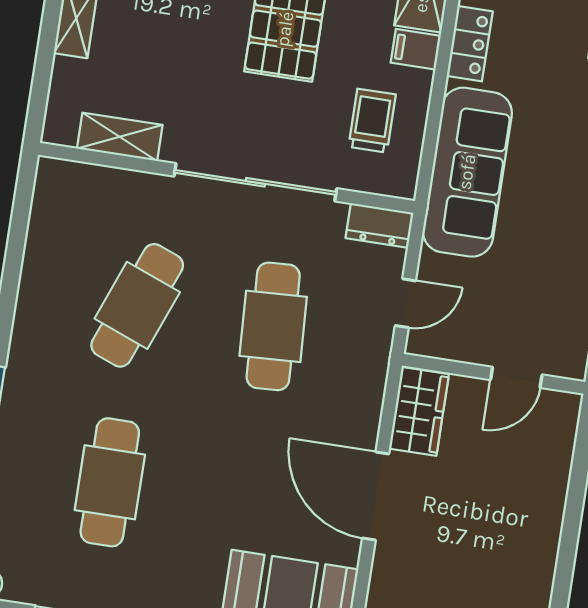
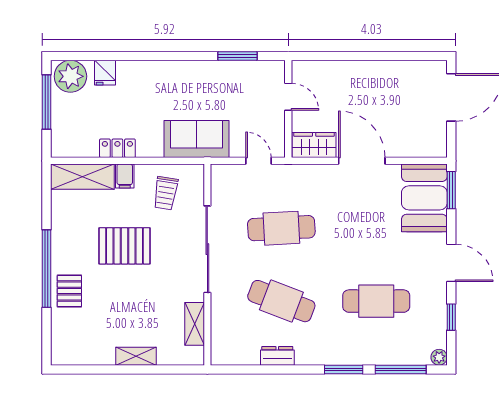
trolley: (372, 121) -> (166, 193), turned -81
sofa: (467, 172) -> (197, 139), width x0.73
dresser: (379, 225) -> (277, 356), moved, turned -90
door: (376, 496) -> (362, 161), swing flipped

